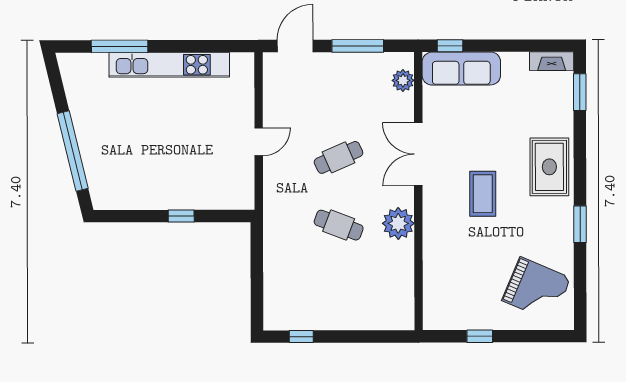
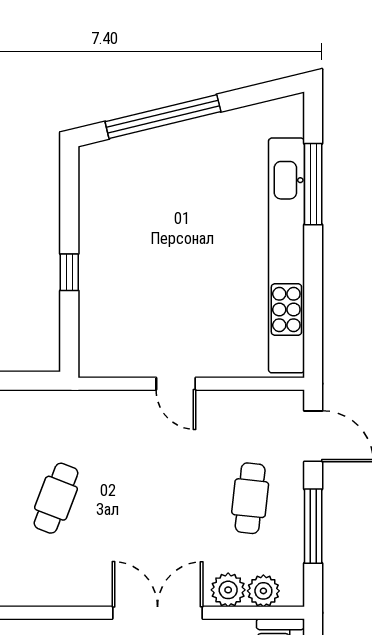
kitchen unit: (169, 65) -> (286, 255), width x1.36
cafe table: (338, 157) -> (250, 498), moved, turned 30
plant: (398, 223) -> (228, 590), moved, width x0.73, depth x0.73

